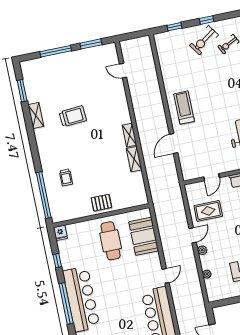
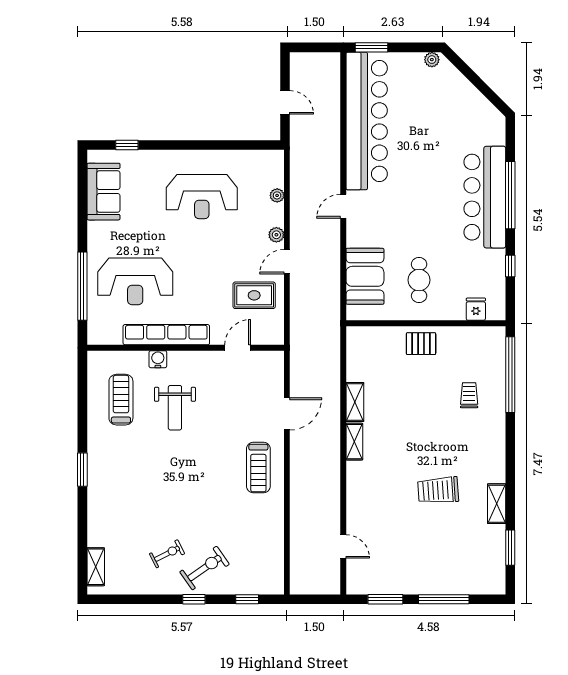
fridge: (60, 233) -> (476, 309), moved
cafe table: (111, 241) -> (419, 280), width x0.73, depth x0.74

